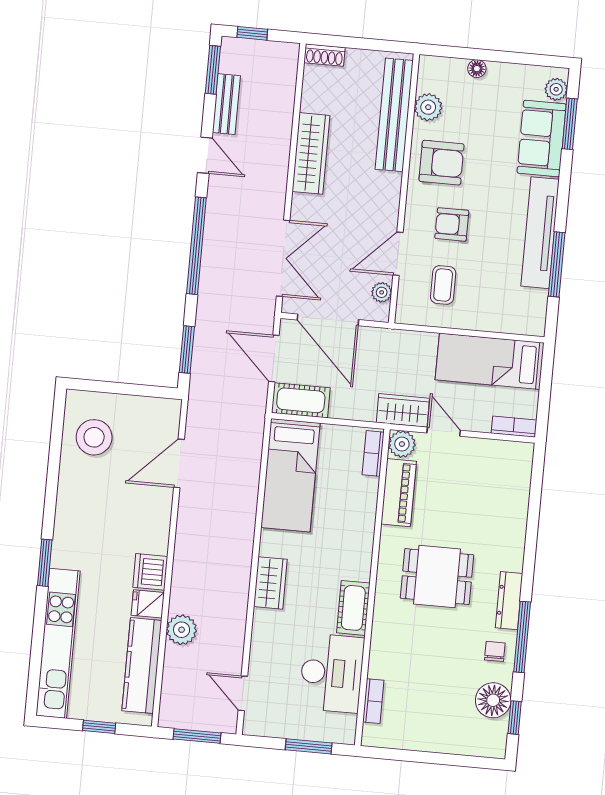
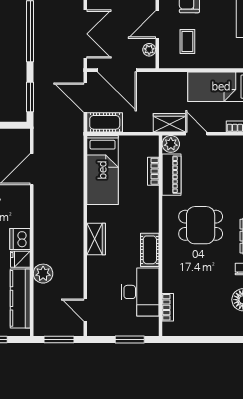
bookcase: (373, 453) -> (153, 171), moved

